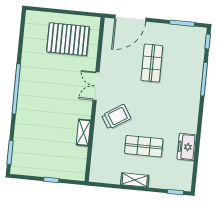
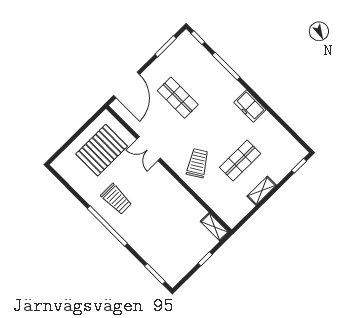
trolley: (41, 79) -> (116, 199), added
double door: (96, 86) -> (149, 149), moved
shelving: (83, 133) -> (215, 227), moved
freezer: (187, 147) -> (250, 106), moved

